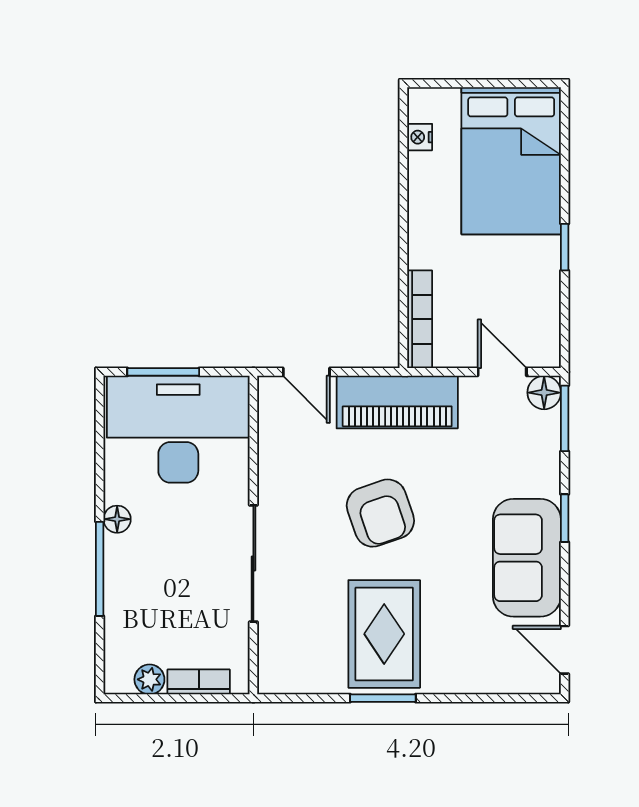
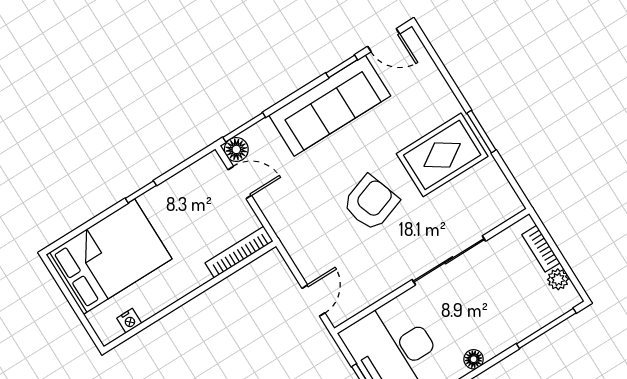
door: (502, 372) -> (240, 182), swing flipped
piano: (397, 402) -> (297, 234), removed
window: (565, 518) -> (342, 66), moved
sofa: (527, 558) -> (330, 106), width x1.36
window: (100, 569) -> (546, 328), moved
door: (565, 650) -> (384, 40), hinge flipped

